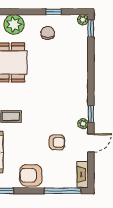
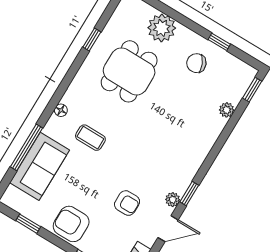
plant: (83, 20) -> (227, 110), moved
chair: (48, 33) -> (196, 63), turned -114

